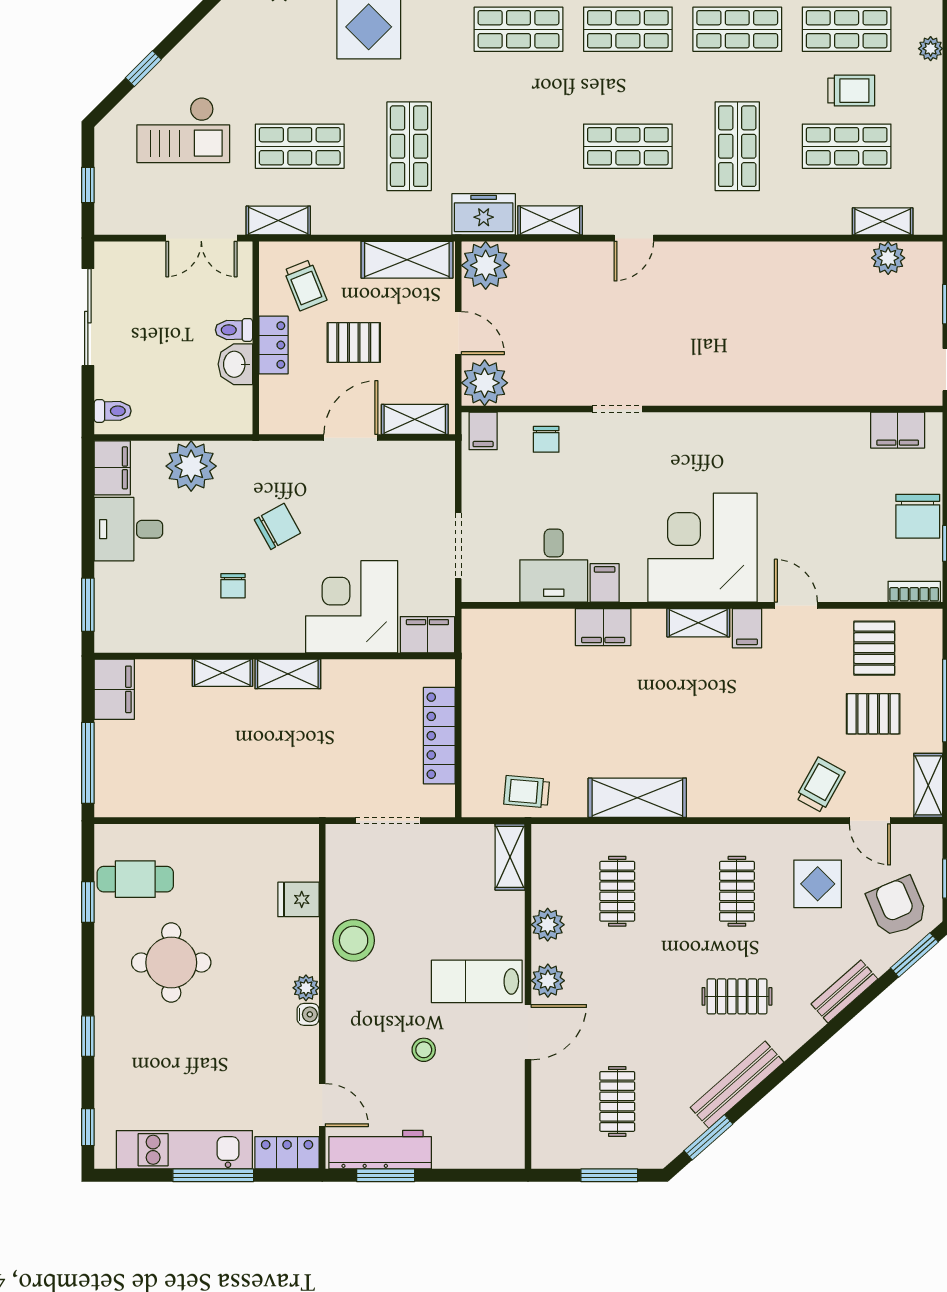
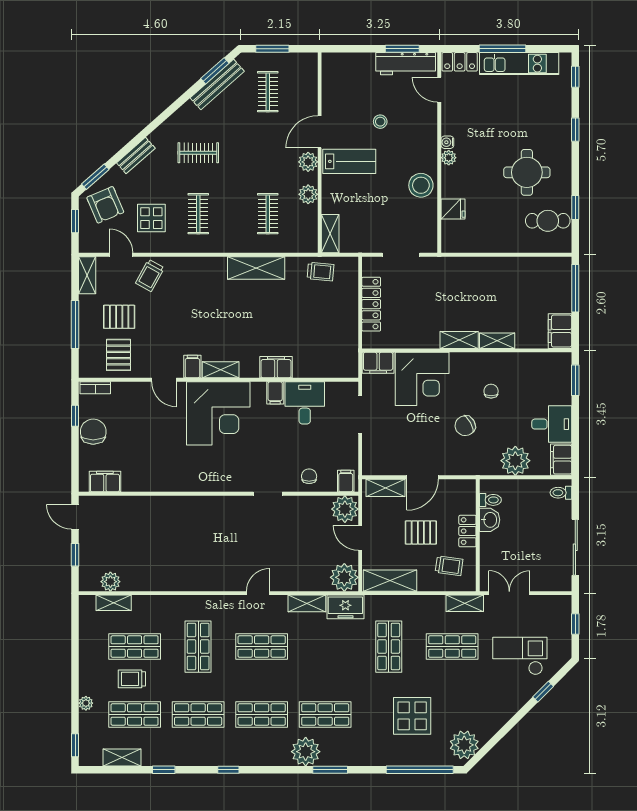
trolley: (305, 285) -> (449, 566), turned 120
toilet: (234, 330) -> (490, 500), moved
bench: (737, 1085) -> (217, 85), moved

